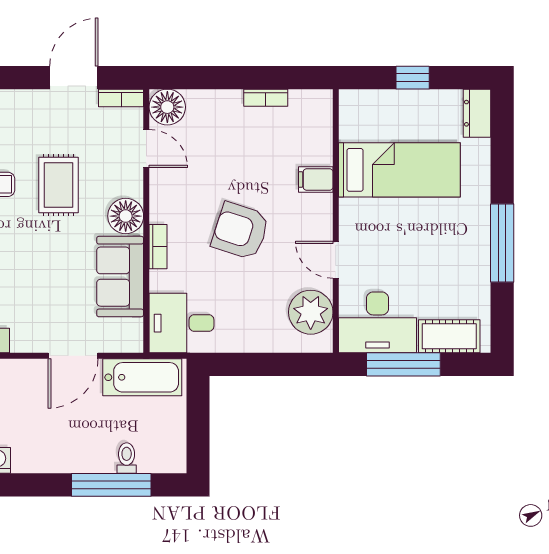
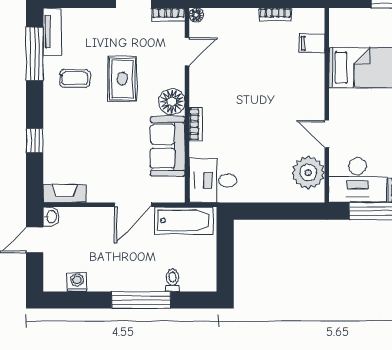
floor lamp: (167, 107) -> (196, 15), width x0.53, depth x0.53
door: (146, 149) -> (187, 52), hinge flipped
filing cabinet: (316, 179) -> (312, 43), moved
armchair: (240, 231) -> (256, 113), removed
window: (111, 485) -> (141, 300), moved

